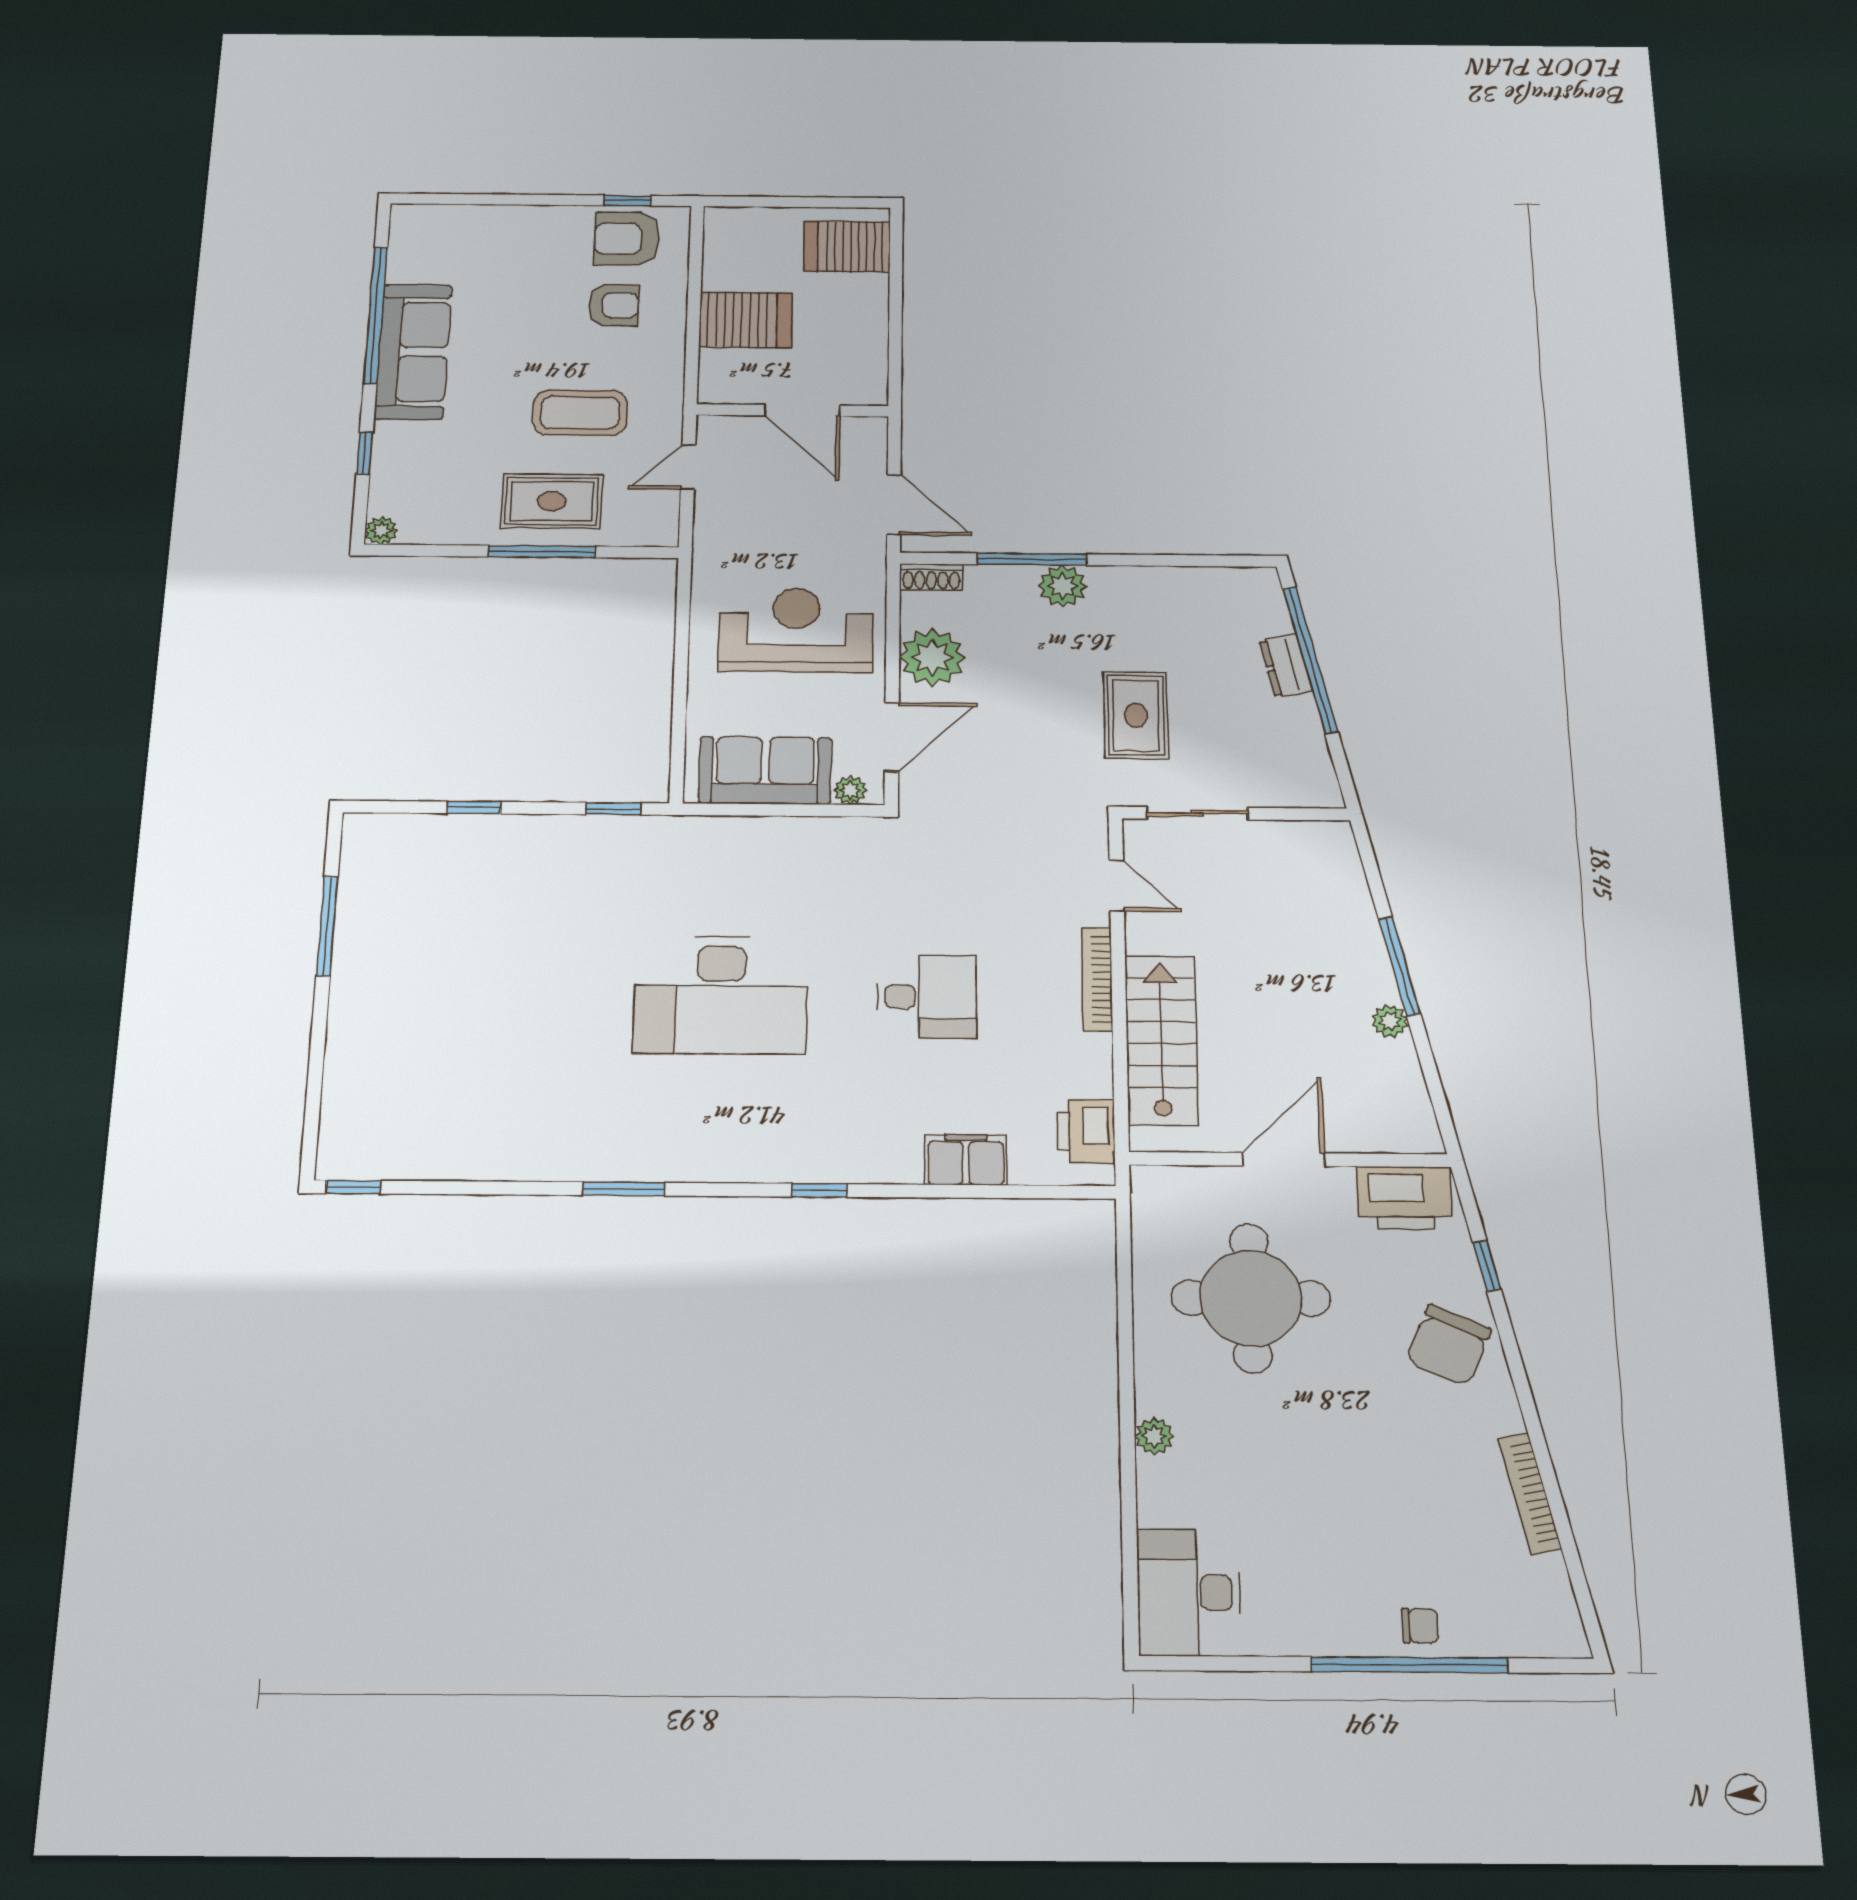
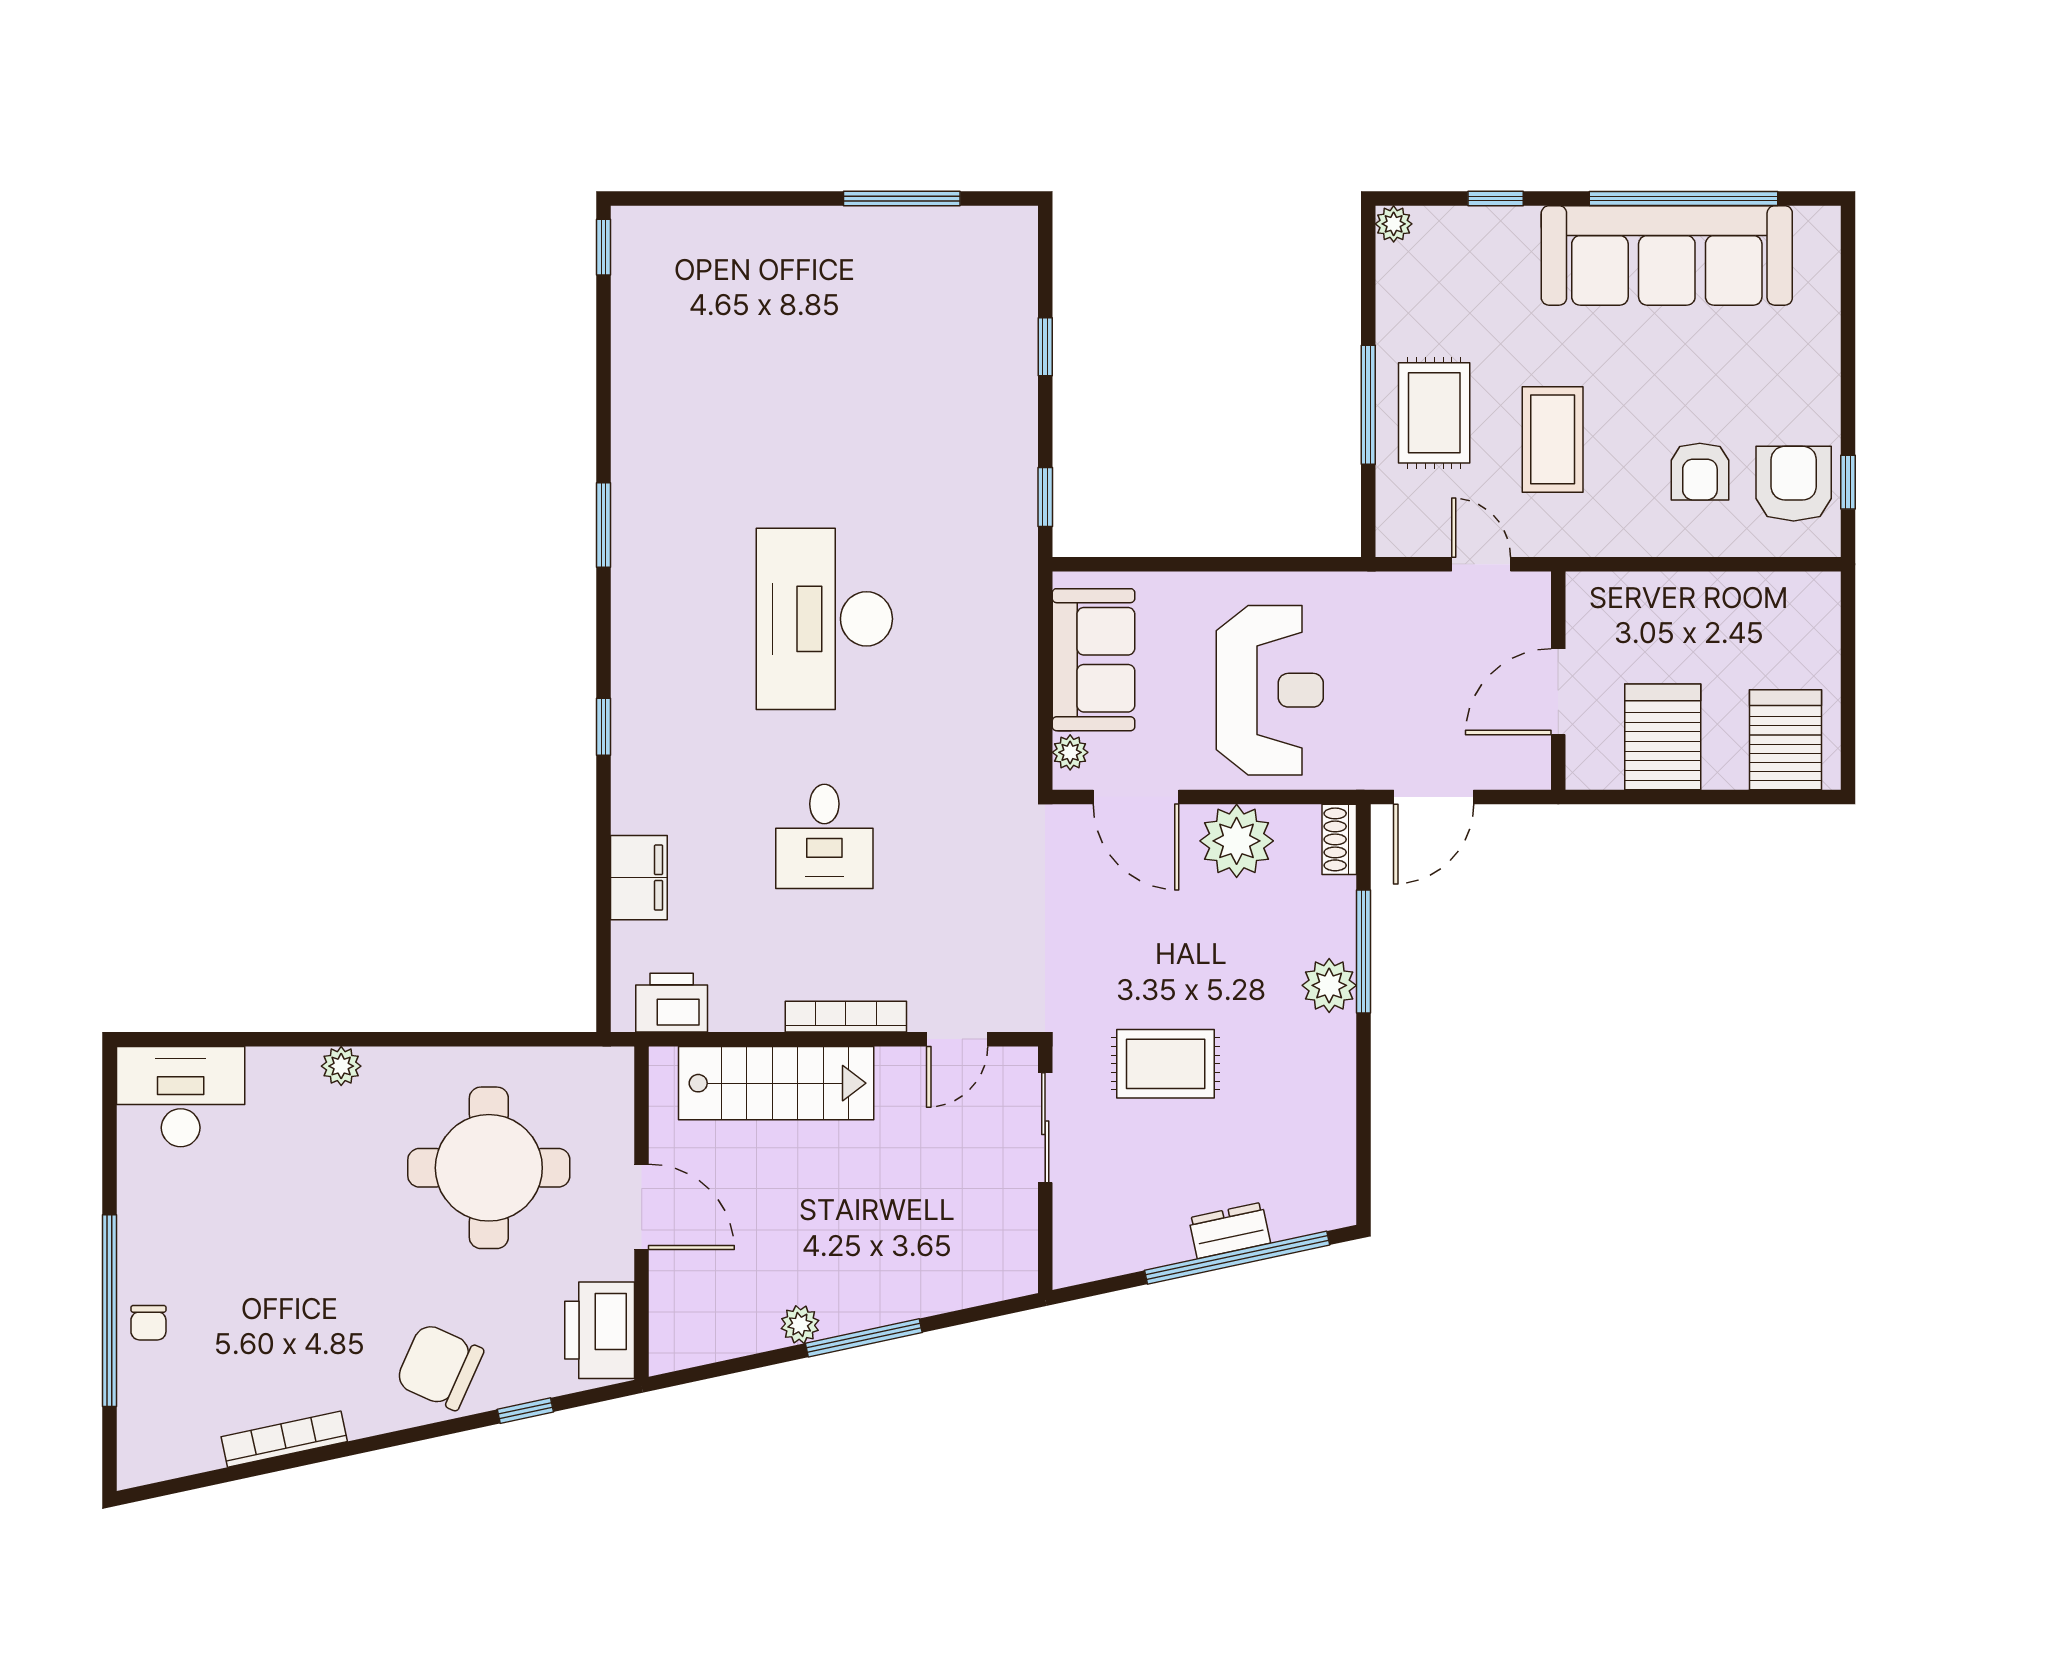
server rack: (746, 320) -> (1663, 737), moved, turned 180
sofa: (413, 352) -> (1667, 255), width x1.36, depth x1.27

